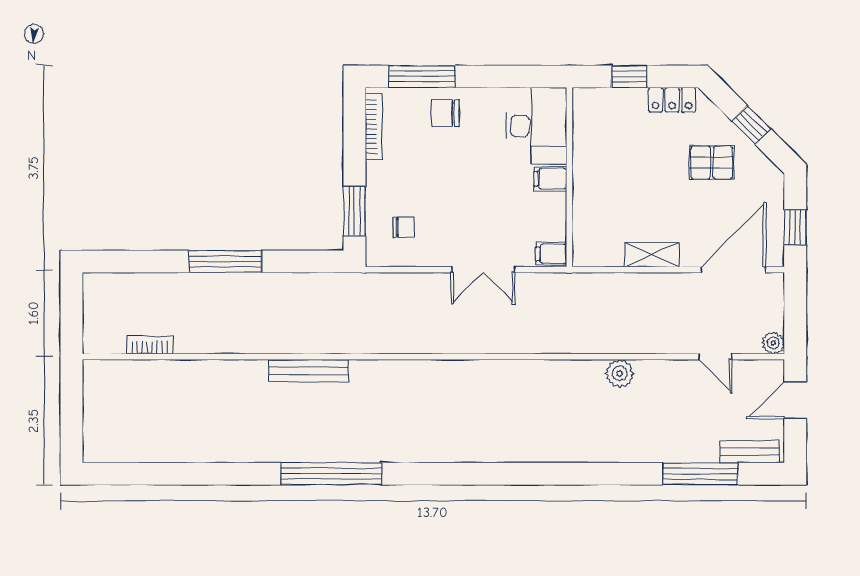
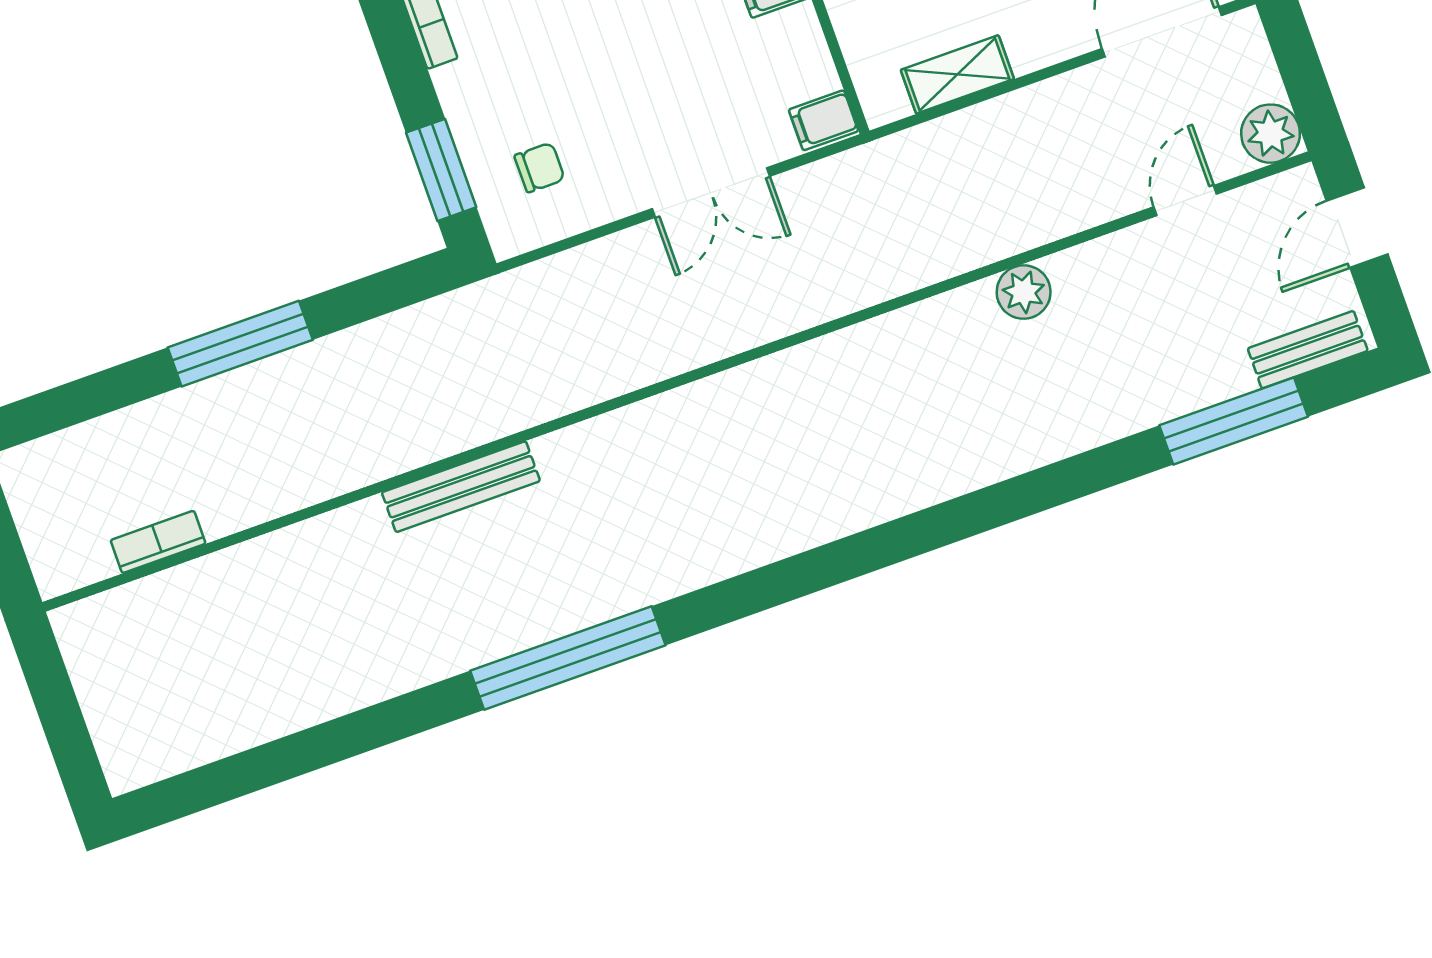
shelving: (652, 255) -> (957, 74), moved
plant: (773, 343) -> (1271, 134), width x1.38, depth x1.38
door: (715, 357) -> (1185, 200), swing flipped

